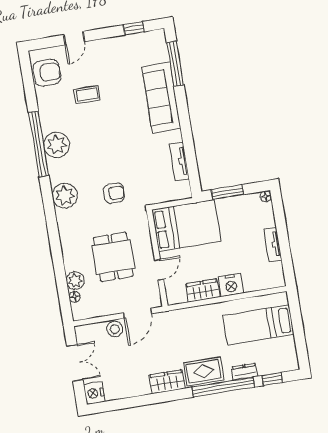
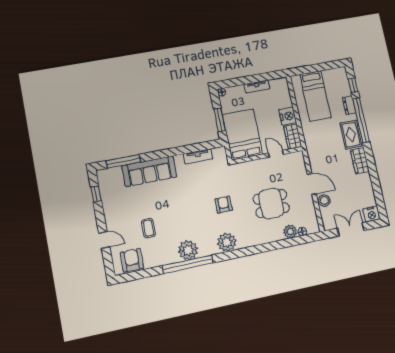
bed: (186, 226) -> (242, 134), moved
wall: (157, 258) -> (267, 155), moved
door: (159, 270) -> (276, 154), moved

